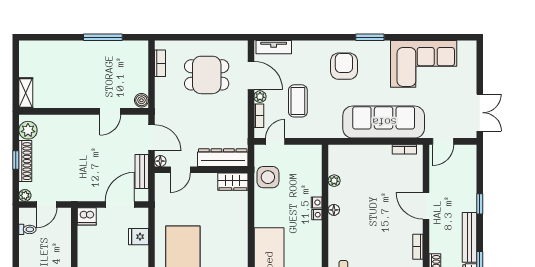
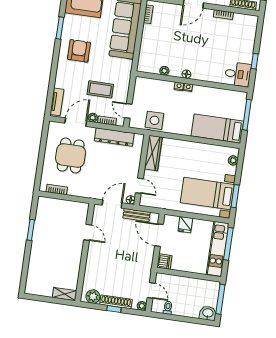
window: (103, 37) -> (31, 230), width x0.69
armchair: (344, 66) -> (79, 51), turned 90
boiler: (141, 100) -> (83, 208), removed
dresser: (223, 158) -> (114, 137), moved, turned -90
wardrobe: (233, 182) -> (153, 153), width x1.50

